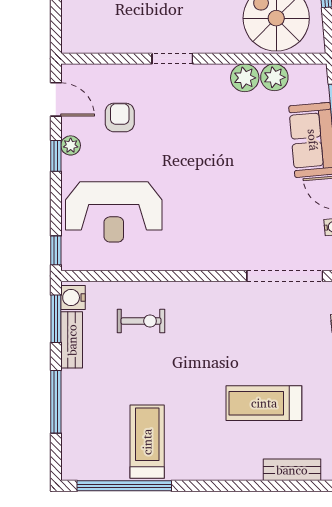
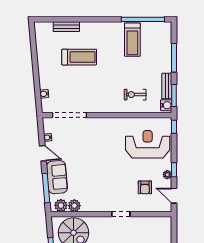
plant: (245, 78) -> (61, 205), moved

